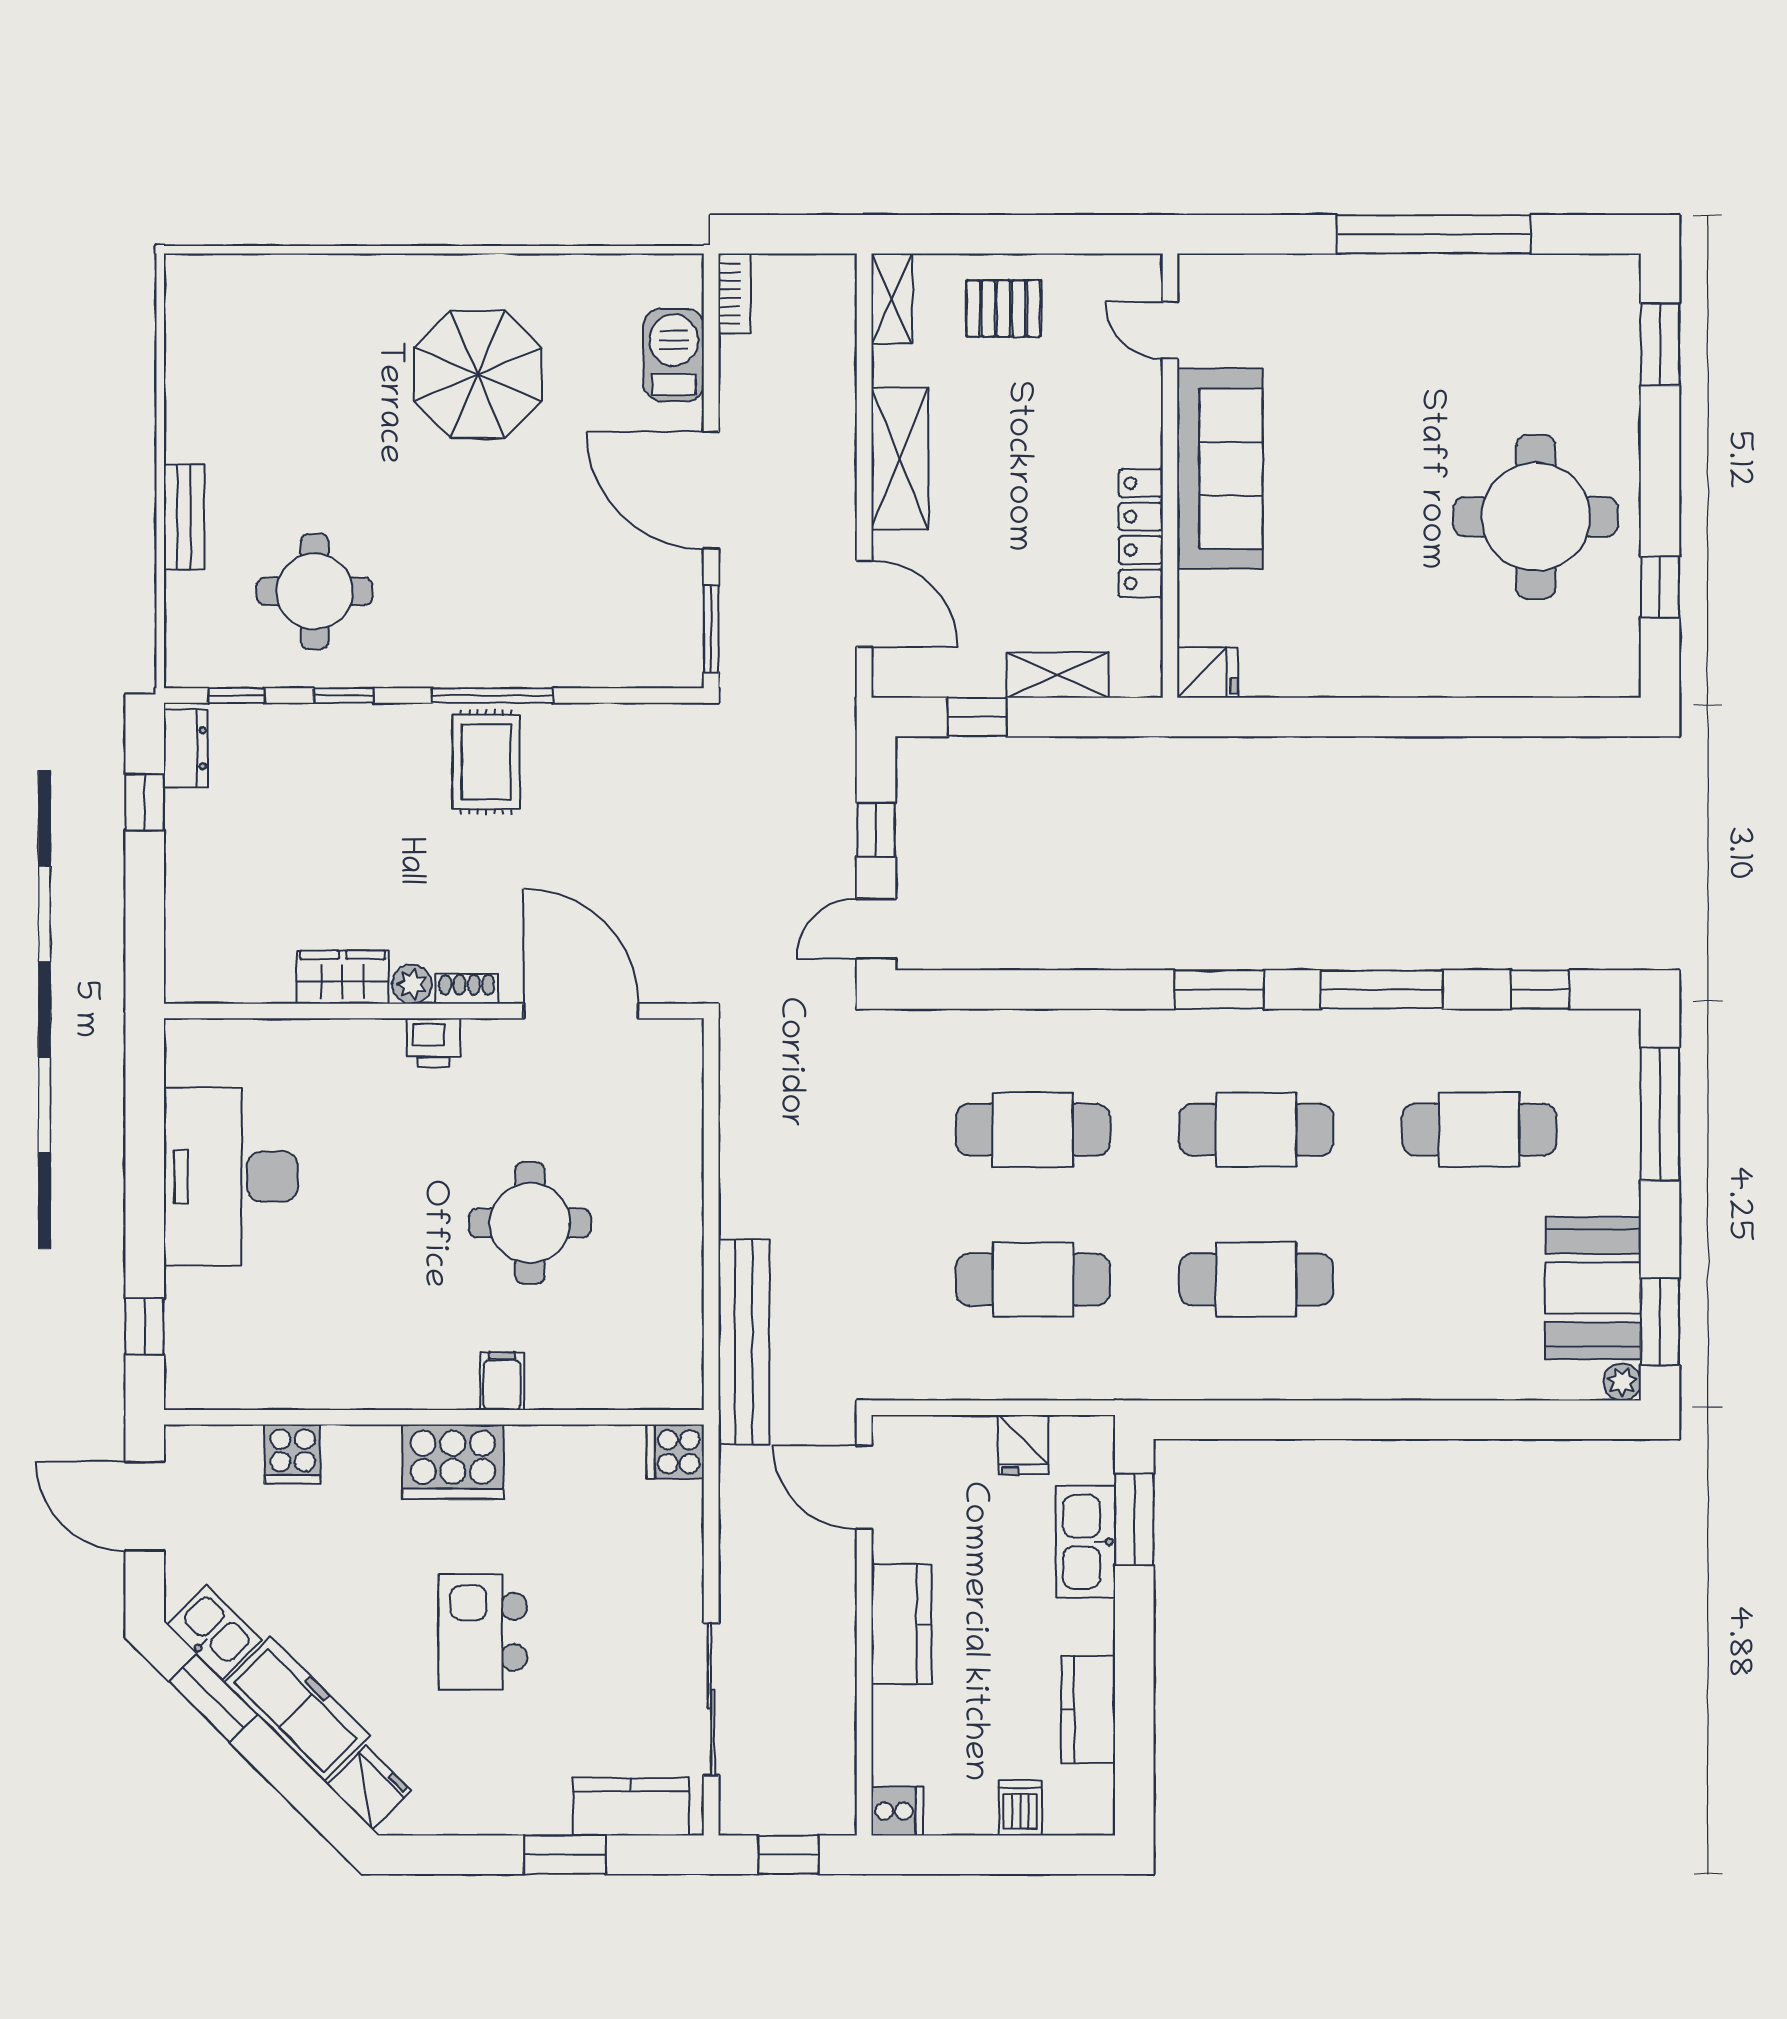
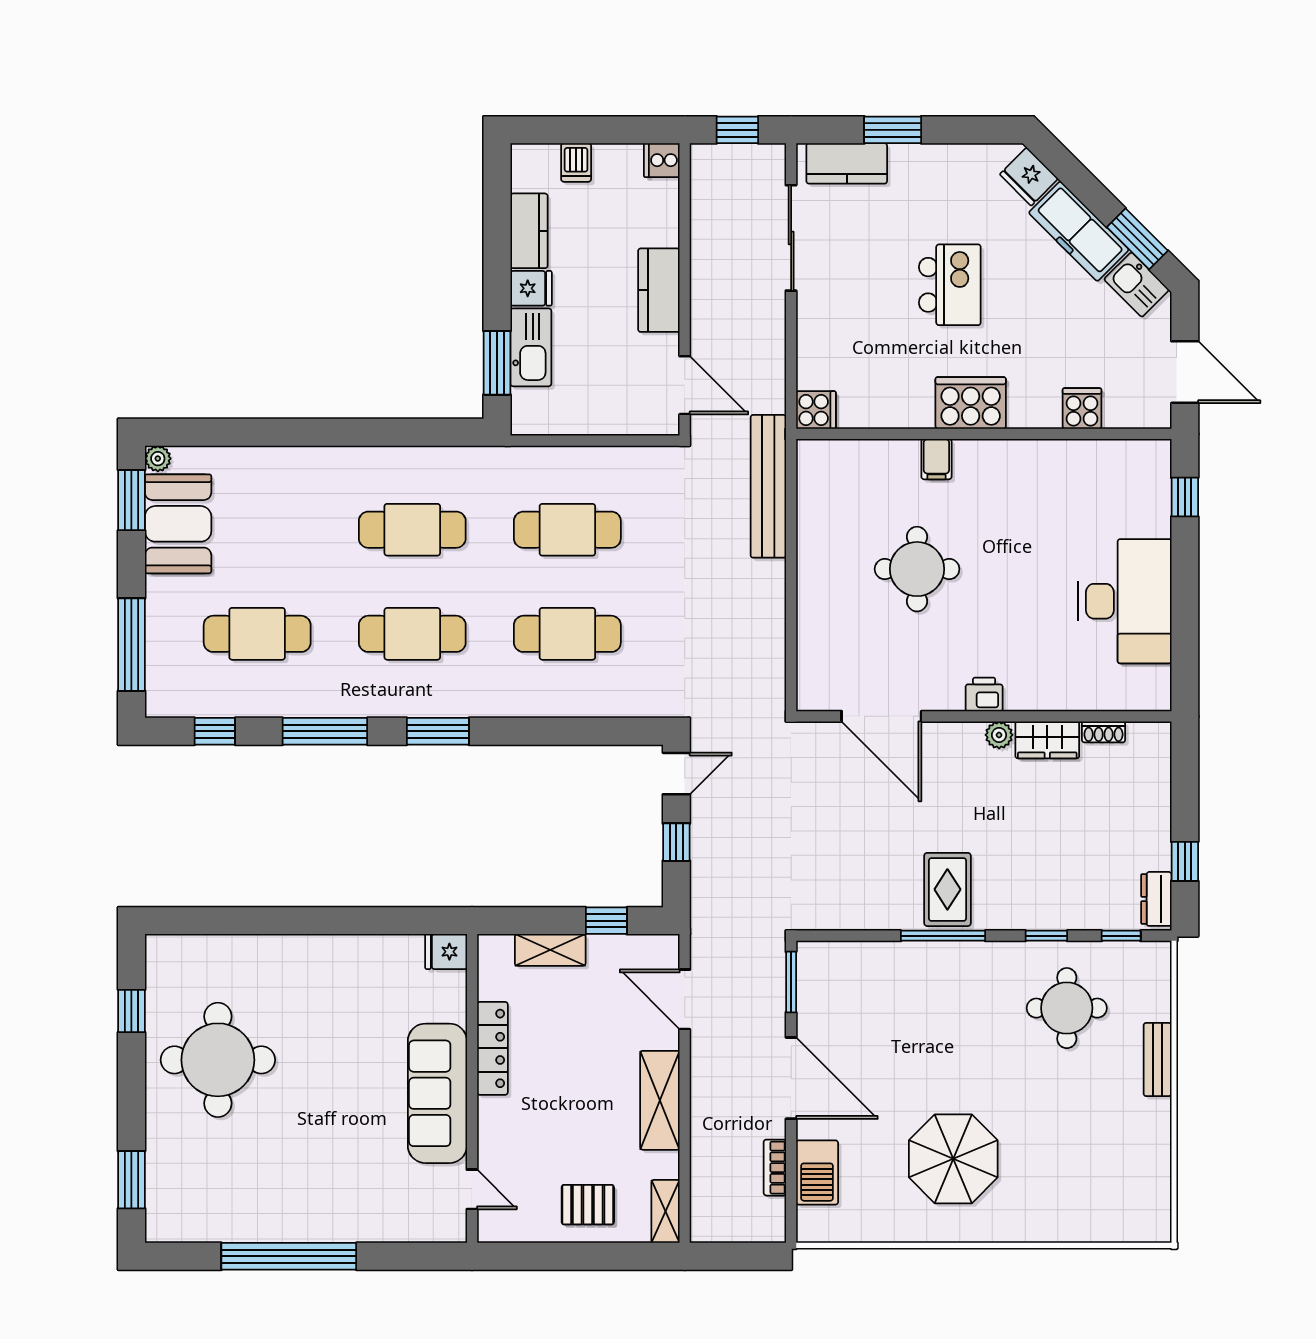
bookcase: (734, 294) -> (775, 1168), moved
shoe rack: (467, 989) -> (1104, 732), moved
fridge: (1023, 1445) -> (531, 288), moved, turned 90

